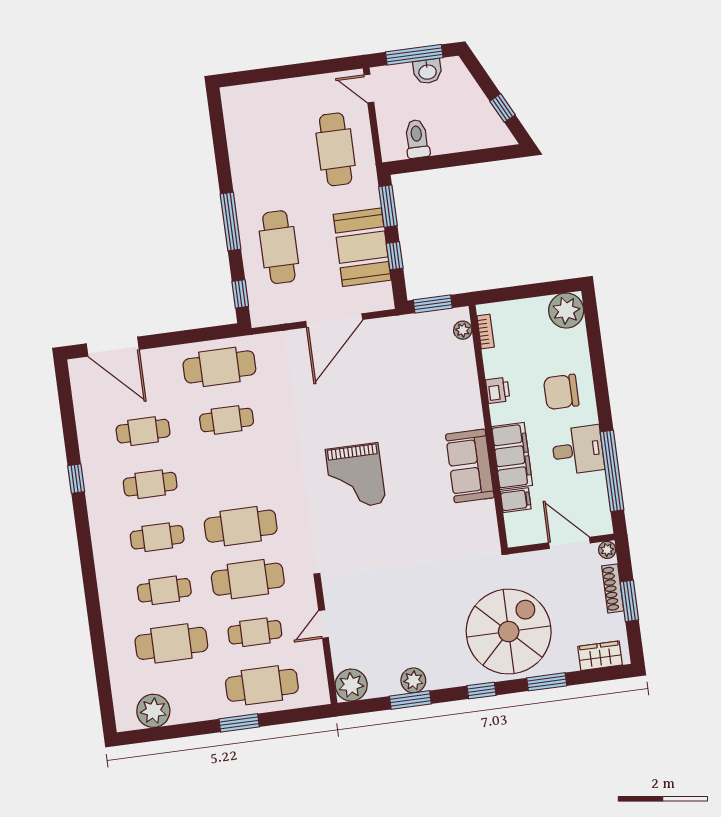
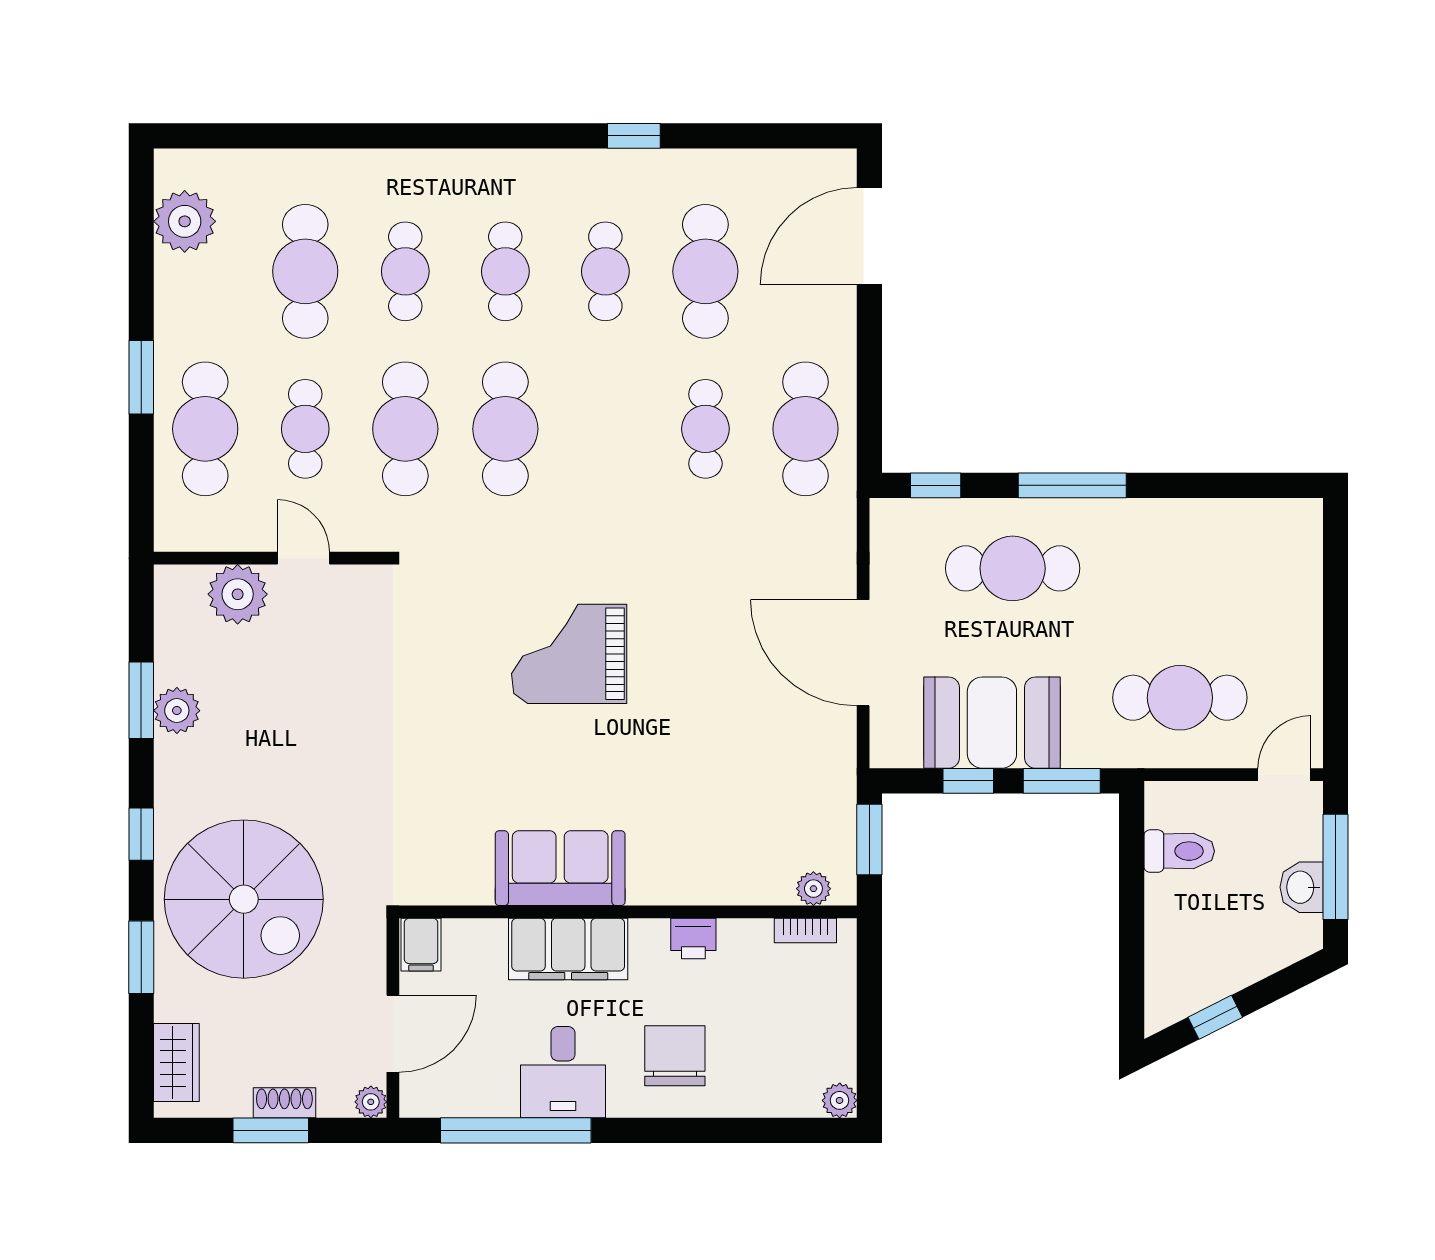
plant: (566, 311) -> (840, 1100), width x0.53, depth x0.53
cafe table: (143, 431) -> (705, 271), width x1.37, depth x1.35
filing cabinet: (516, 500) -> (421, 945), moved
shoe rack: (613, 588) -> (284, 1103), width x0.70
plant: (351, 685) -> (238, 594), moved

